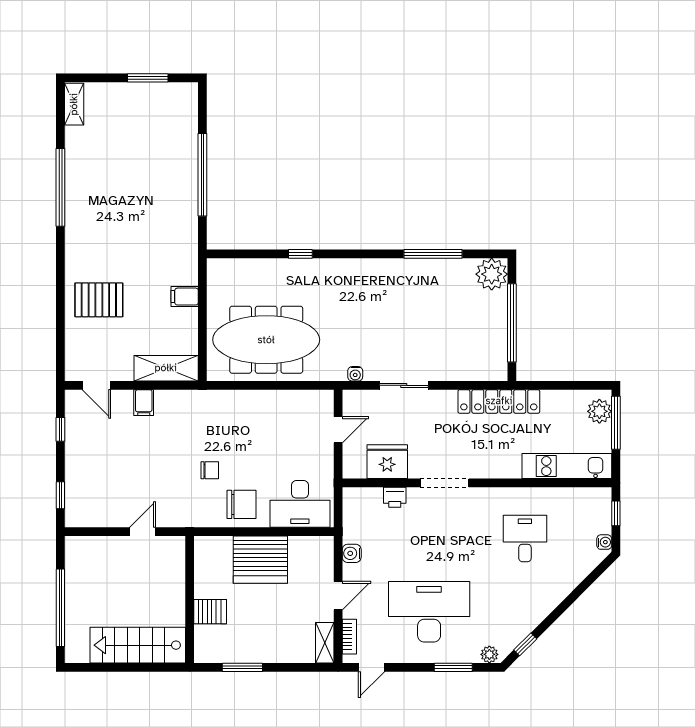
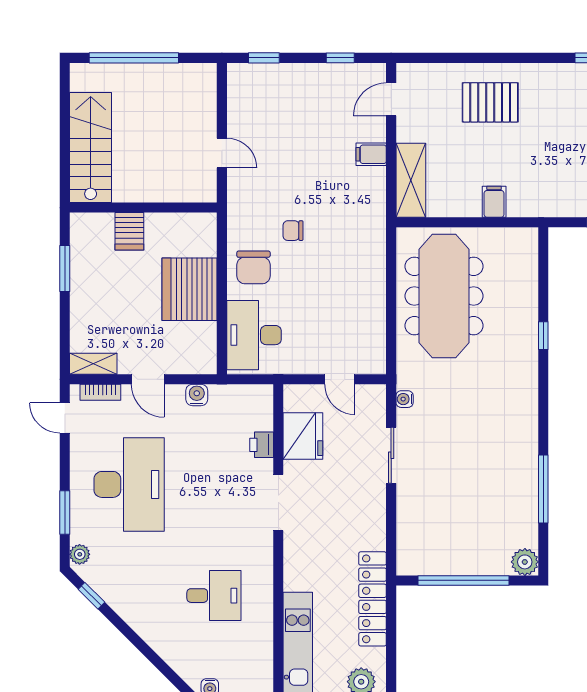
plant: (492, 274) -> (525, 562), width x0.73, depth x0.73
pallet: (99, 300) -> (490, 102), turned 90
locker: (499, 401) -> (373, 599), moved
chair: (210, 470) -> (293, 231), turned 90

